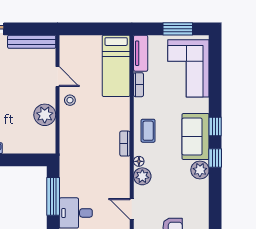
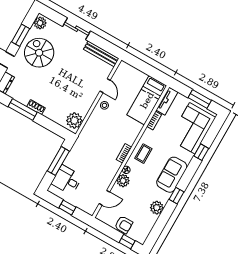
plant: (45, 115) -> (74, 120), moved
window: (215, 126) -> (201, 152), moved
plant: (200, 170) -> (157, 208), moved
door: (132, 209) -> (104, 198), swing flipped

